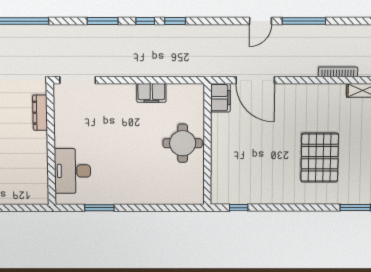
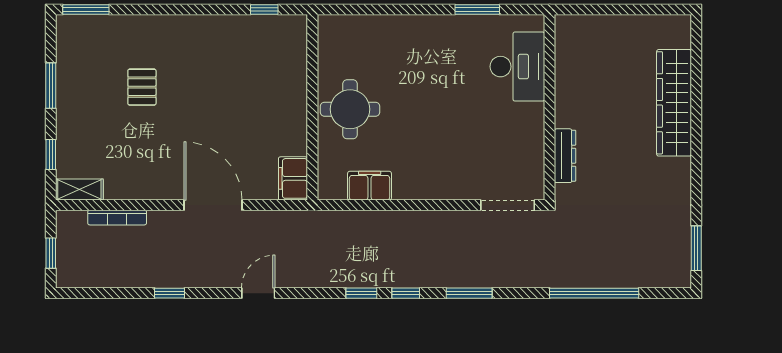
door: (260, 21) -> (258, 293), moved
window: (304, 21) -> (170, 293), width x0.46
door: (255, 80) -> (213, 205), moved
filing cabinet: (151, 93) -> (370, 186), moved
pallet: (320, 158) -> (142, 87), width x0.49, depth x0.50

